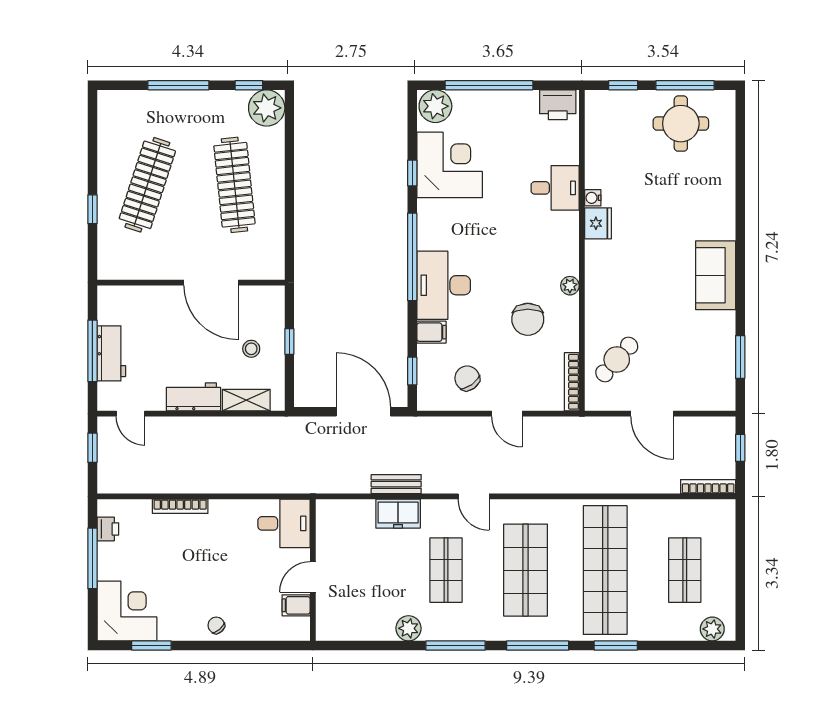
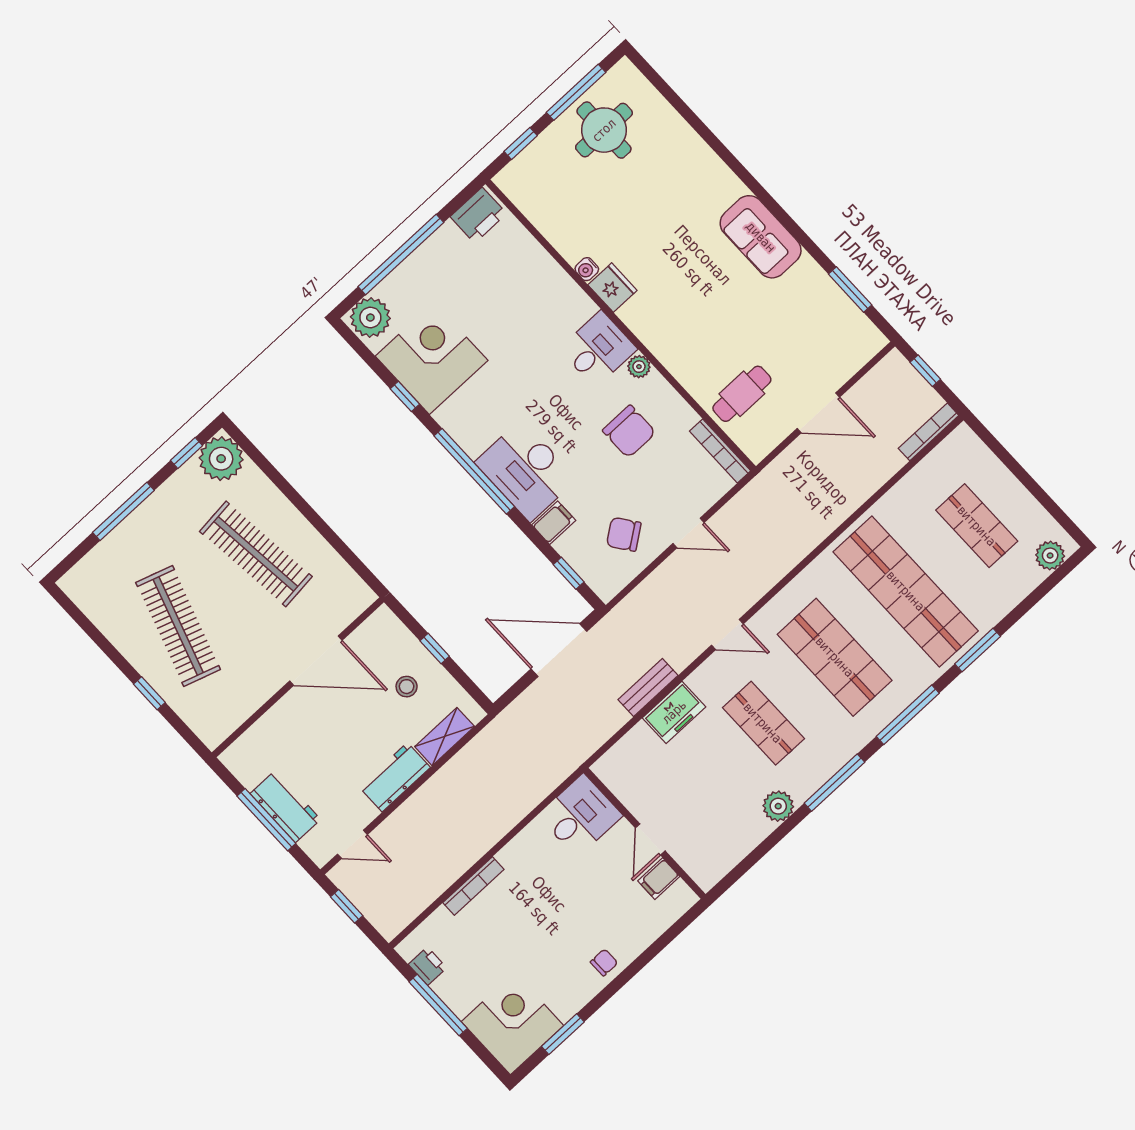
desk: (555, 188) -> (598, 349), moved
cafe table: (617, 359) -> (742, 394), turned 48
chair: (216, 625) -> (604, 962), turned 131

